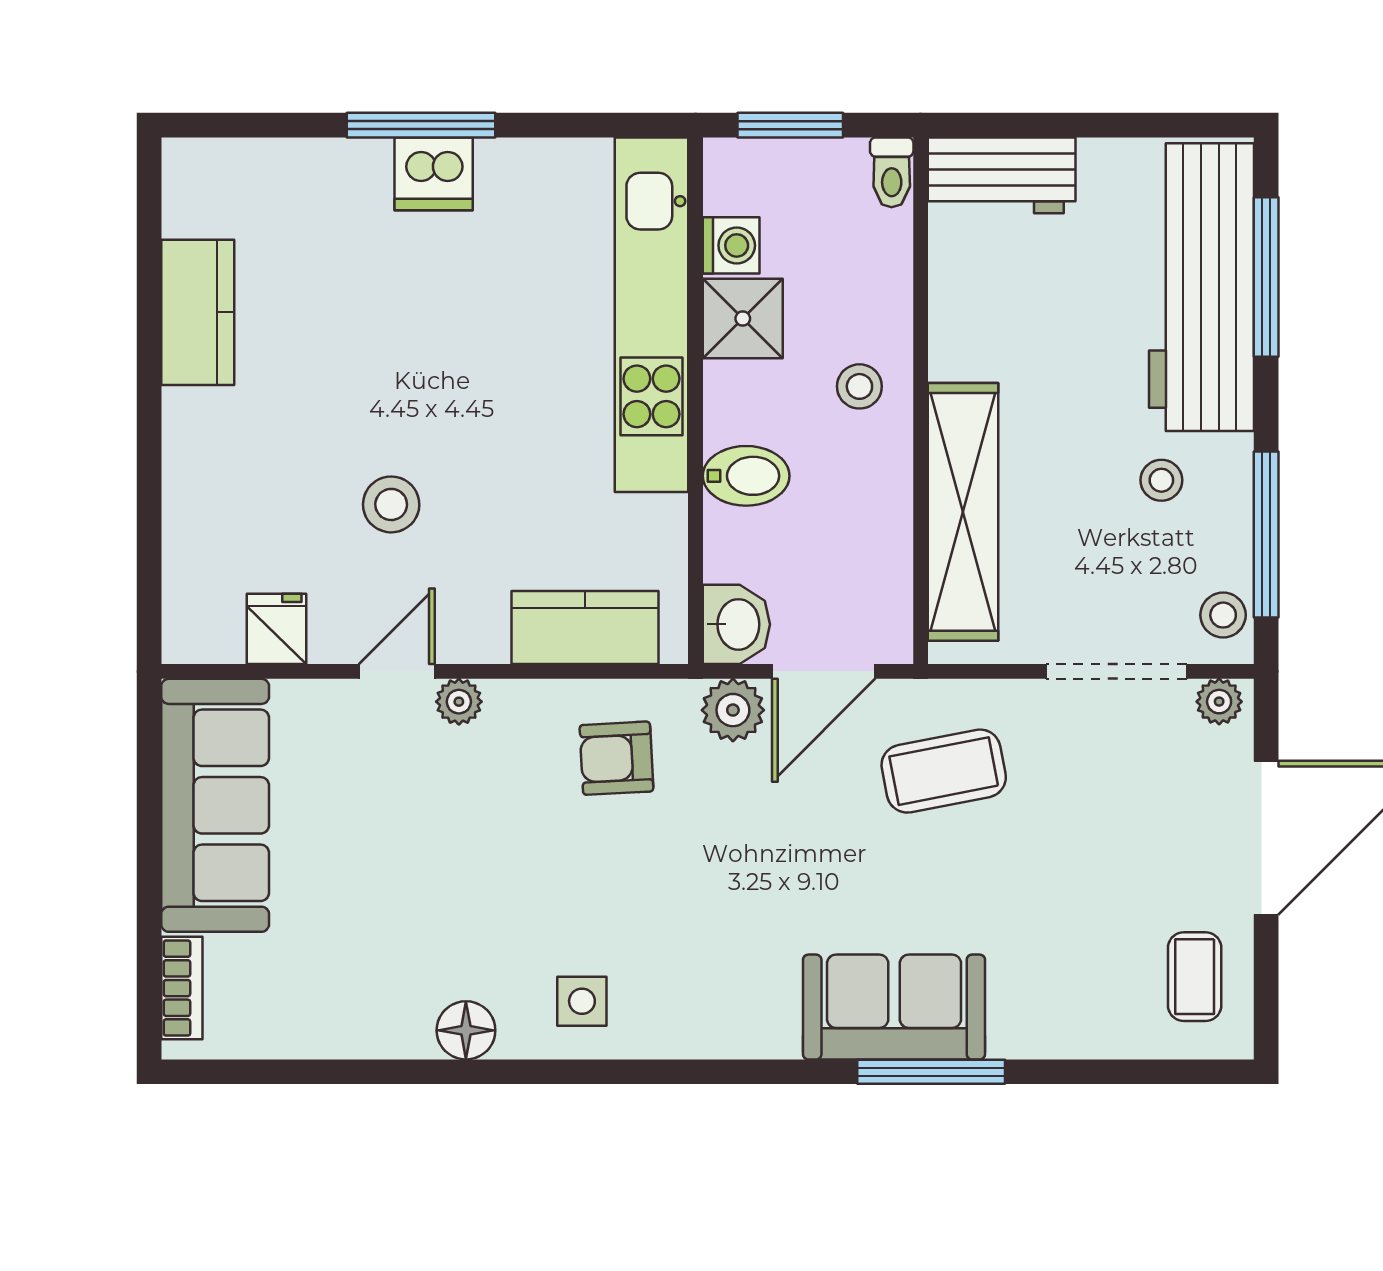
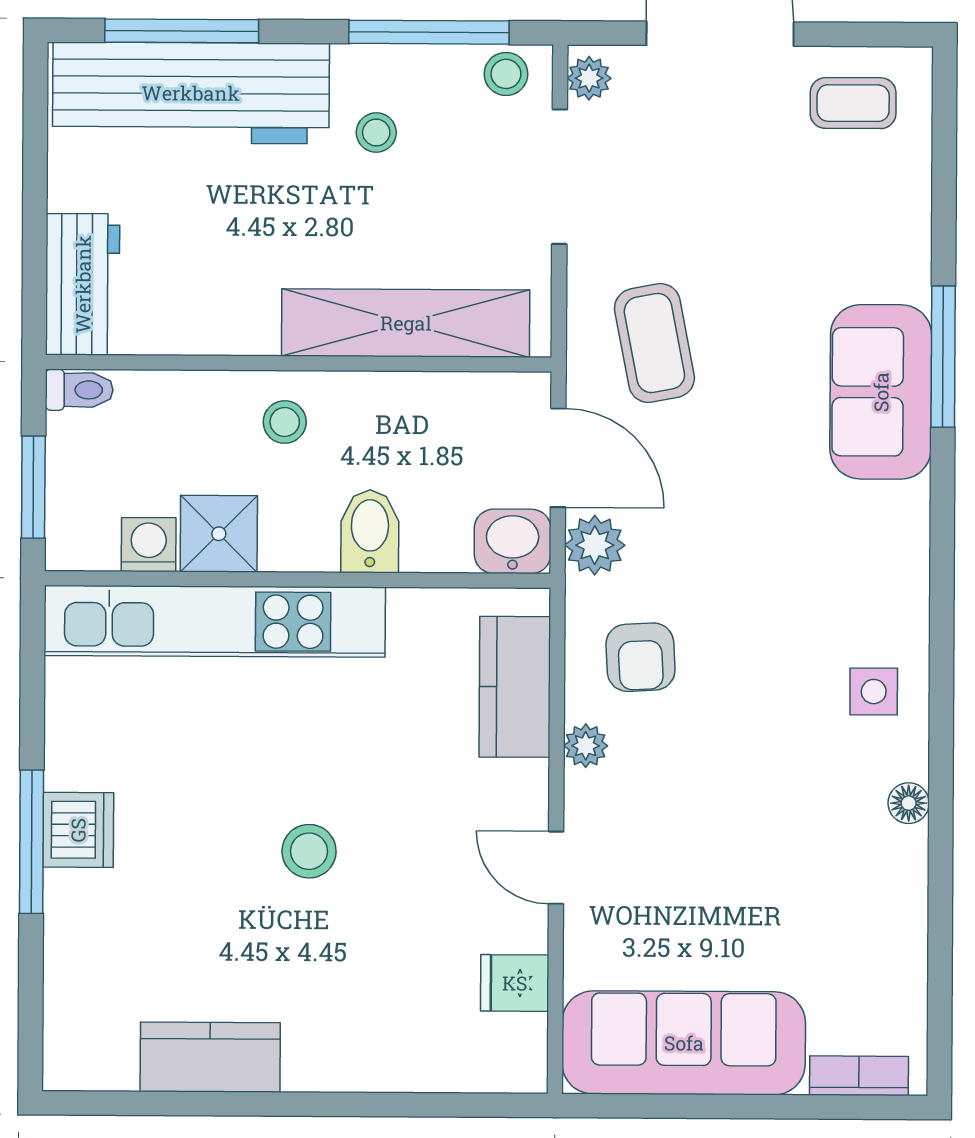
stool: (391, 504) -> (309, 851), moved
plant: (459, 702) -> (586, 746), moved
floor lamp: (466, 1030) -> (909, 803), width x0.73, depth x0.73

